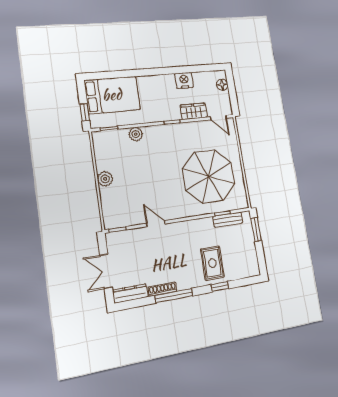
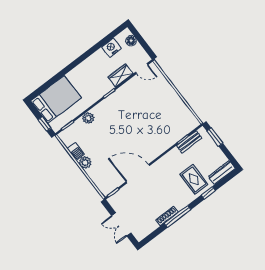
nightstand: (184, 80) -> (111, 48), moved
barbecue: (102, 161) -> (76, 151), added
parasol: (209, 176) -> (158, 118), removed
door: (156, 224) -> (138, 174), width x1.87
dresser: (130, 293) -> (222, 173), moved

